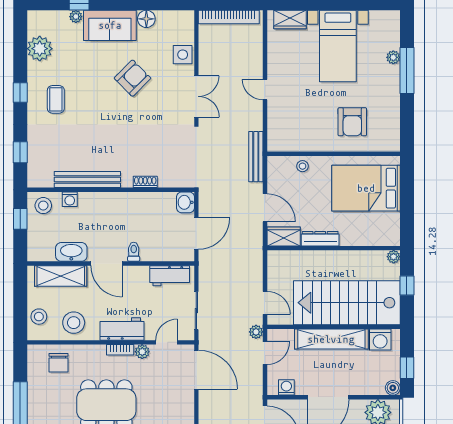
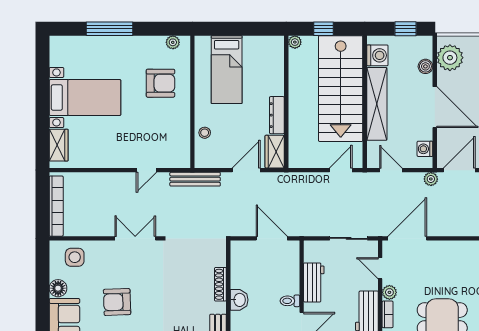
side table: (183, 55) -> (75, 257), moved
plant: (393, 57) -> (173, 42), moved
armchair: (132, 78) -> (117, 302), turned -47
door: (265, 90) -> (146, 170), moved
shoe rack: (145, 182) -> (220, 284), width x1.43
bed: (366, 188) -> (227, 70), width x0.67
washbasin: (185, 202) -> (239, 300), moved, turned -90
workbench: (170, 276) -> (314, 282), moved
plant: (256, 332) -> (431, 179), moved
boiler: (393, 388) -> (425, 66), moved

